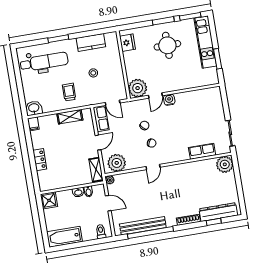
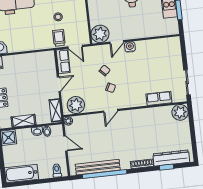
trolley: (69, 92) -> (59, 38), moved
shelving: (70, 117) -> (23, 121), moved

